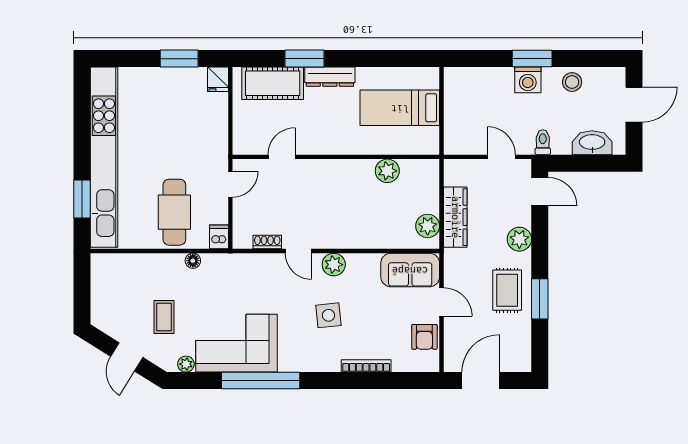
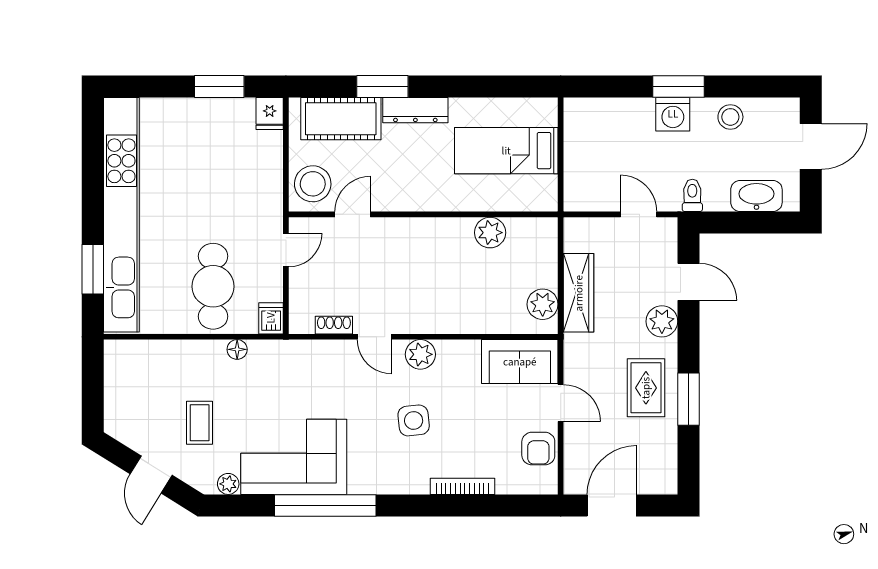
stool: (251, 133) -> (313, 184), added
door: (540, 192) -> (688, 282), moved

